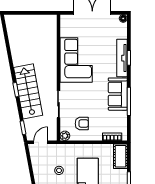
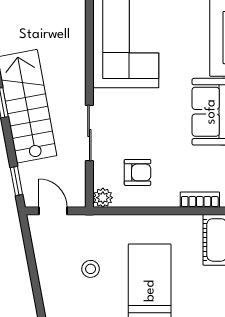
door: (41, 142) -> (53, 211), hinge flipped

